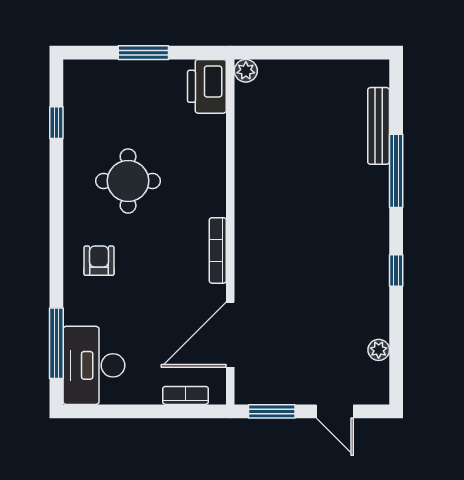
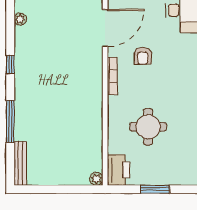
bench: (379, 126) -> (20, 163), moved
round table: (128, 181) -> (148, 127), moved
armchair: (99, 261) -> (143, 56), moved

